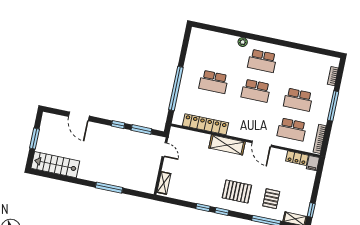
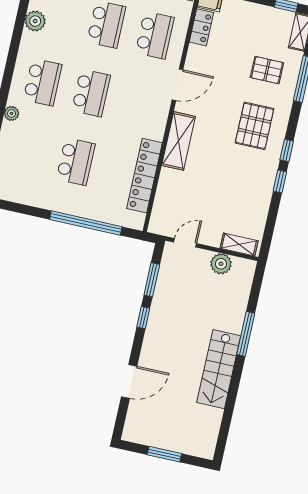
plant: (300, 56) -> (35, 21), added
stairs: (55, 165) -> (219, 369), moved
plant: (152, 172) -> (221, 264), added

